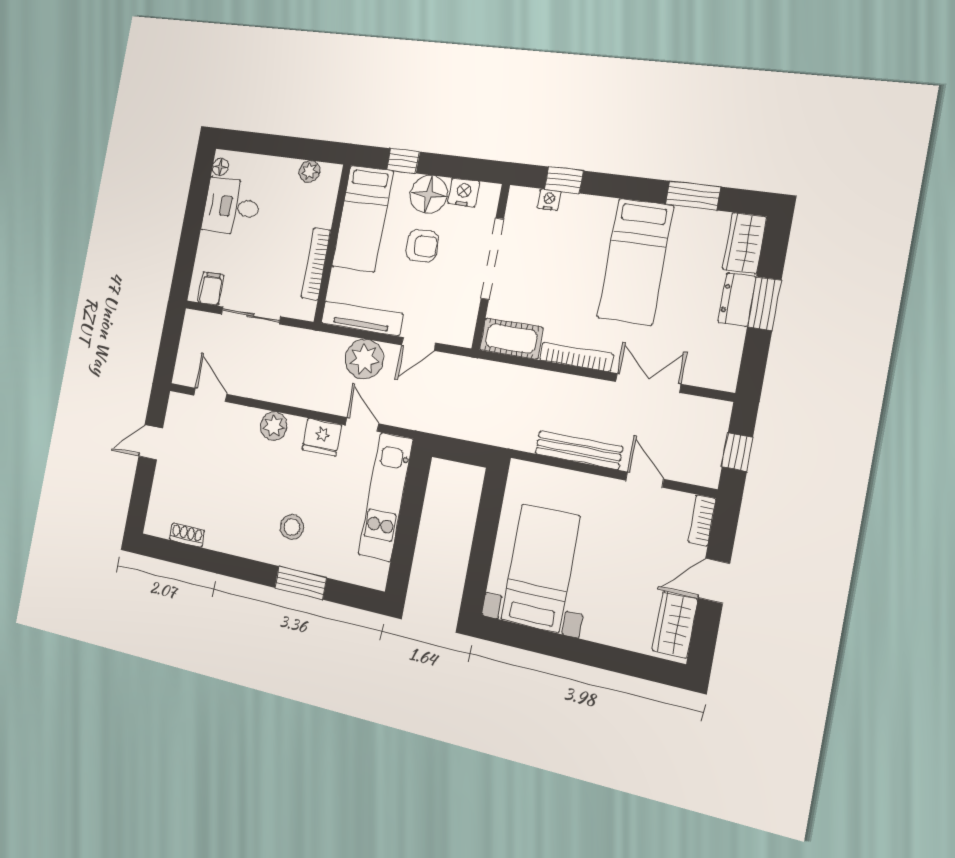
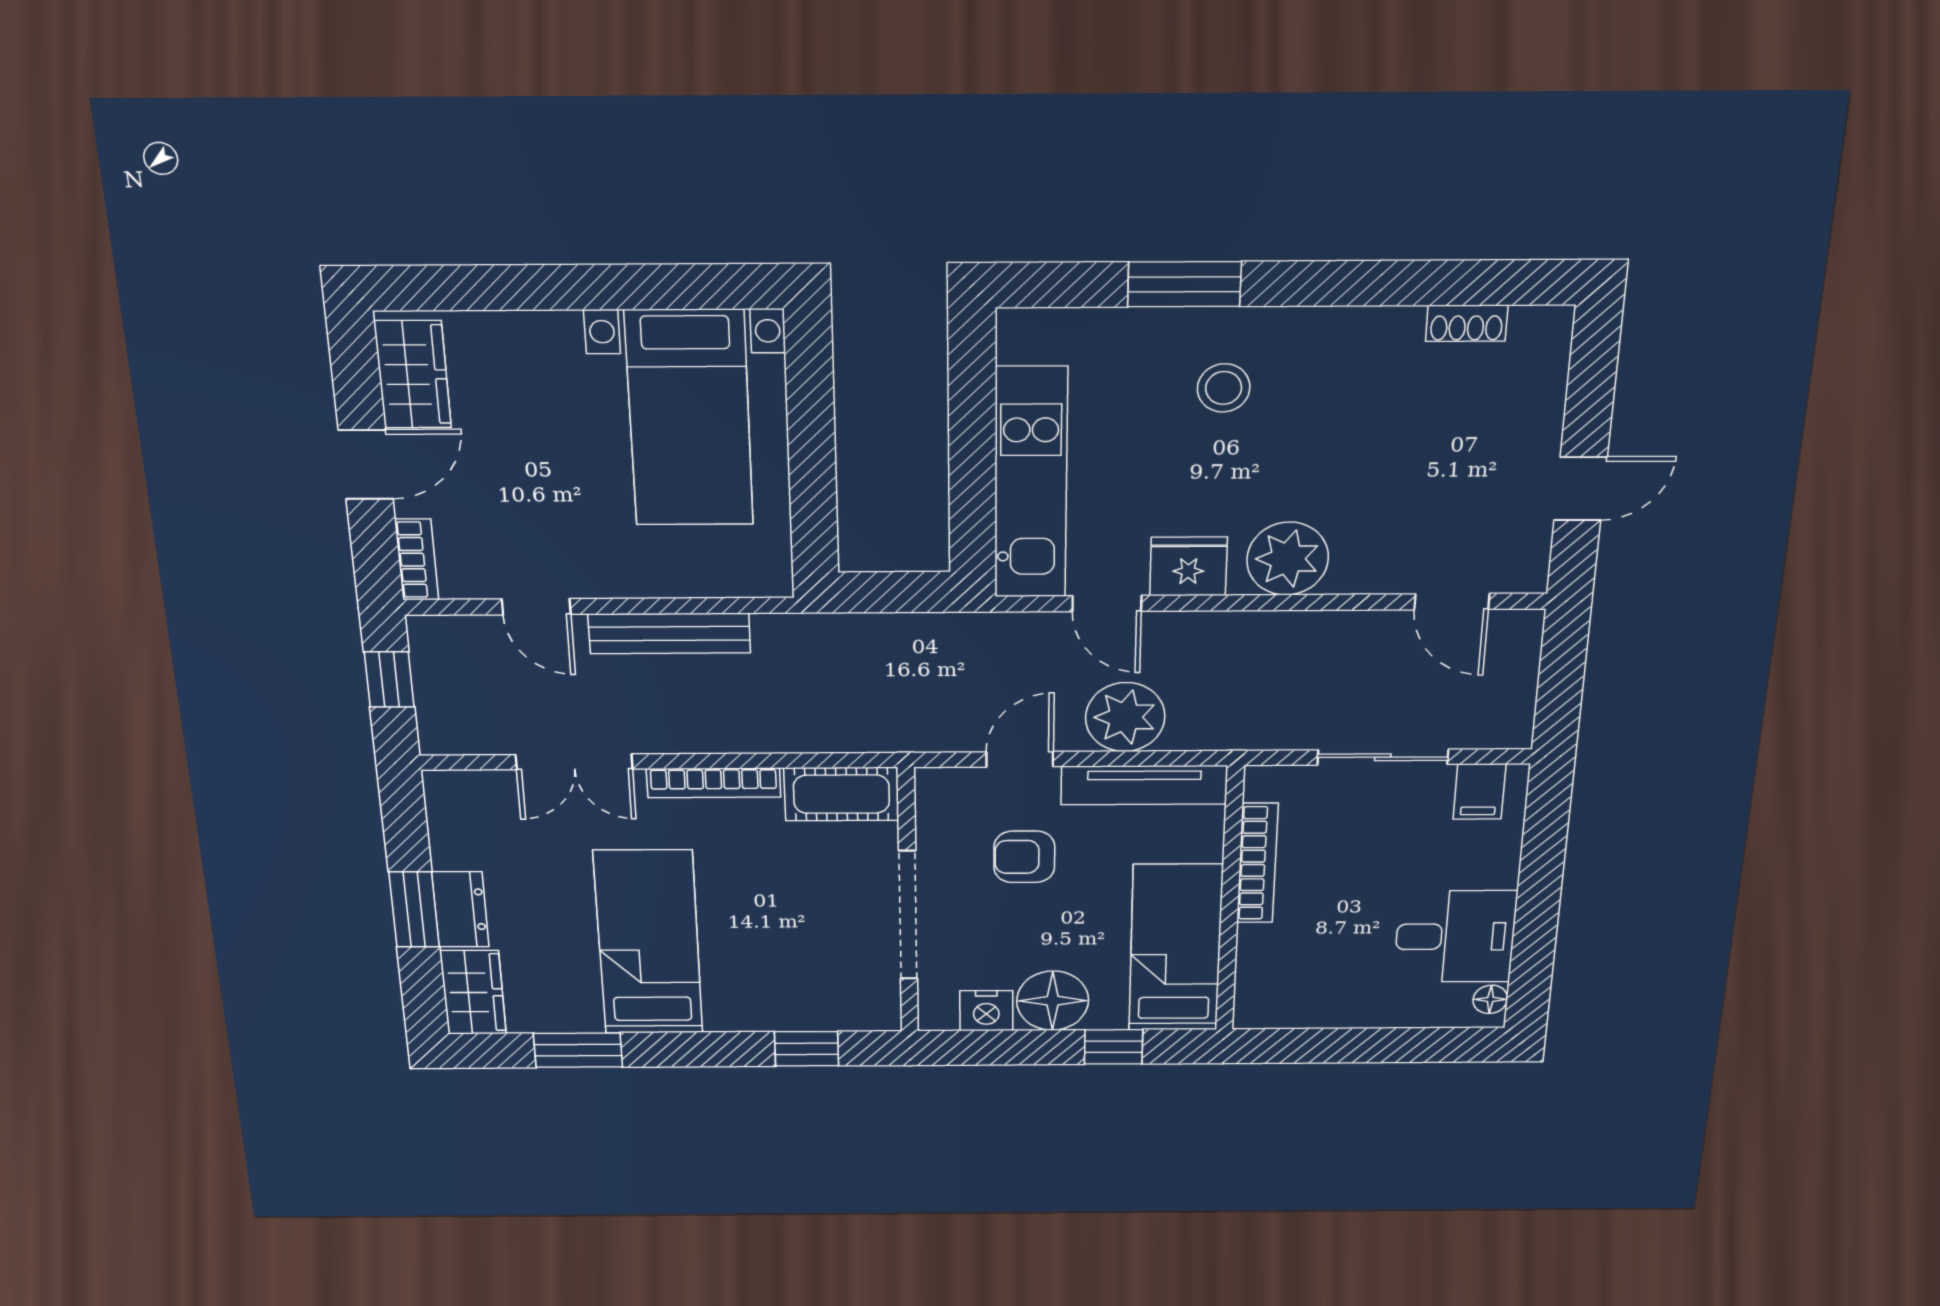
plant: (309, 171) -> (1299, 1011), removed
nightstand: (549, 200) -> (826, 1017), removed
armchair: (422, 246) -> (1024, 857), moved
plant: (274, 426) -> (1288, 559), width x1.36, depth x1.36

